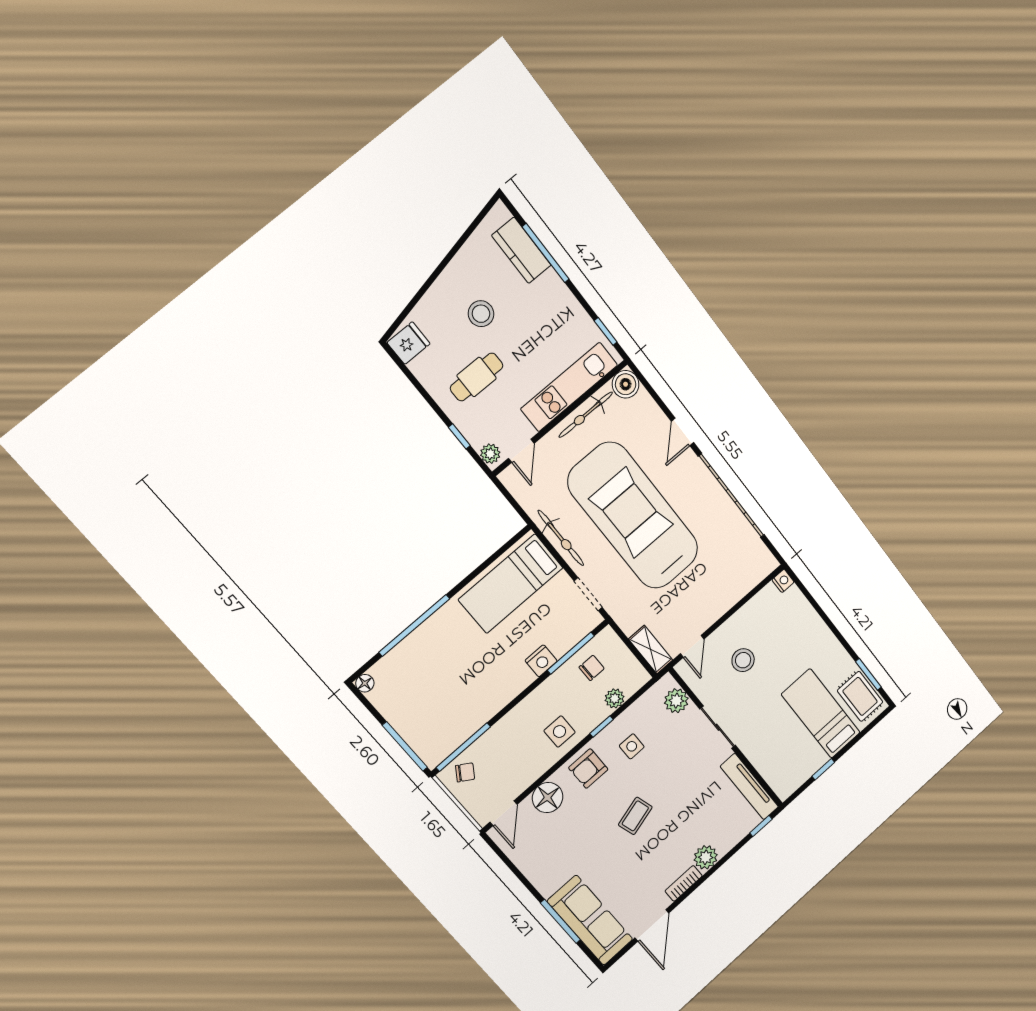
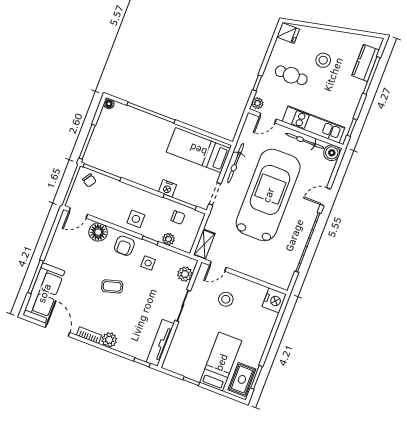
nightstand: (783, 581) -> (274, 300), width x1.89, depth x1.79
armchair: (588, 769) -> (124, 246), turned -90
door: (652, 925) -> (57, 330), swing flipped

